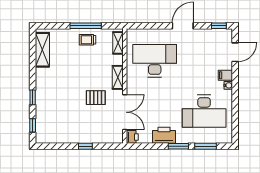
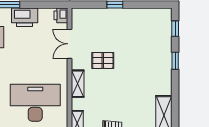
desk: (155, 61) -> (35, 103), turned 180
double door: (125, 112) -> (70, 44), width x0.73

